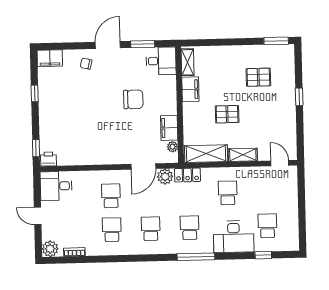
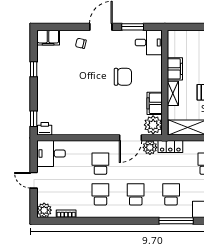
shelving: (188, 62) -> (173, 93), moved
plant: (173, 147) -> (153, 125), width x1.88, depth x1.88

